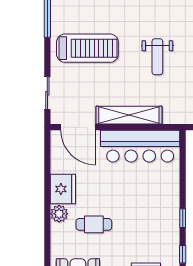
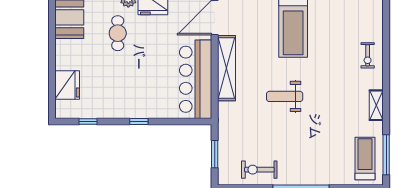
window: (183, 218) -> (139, 121), moved

